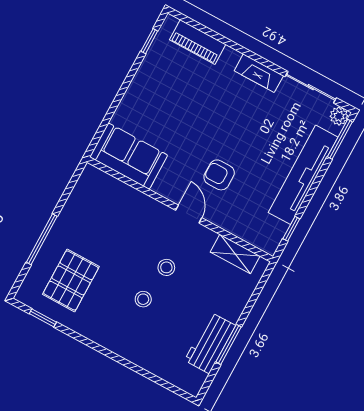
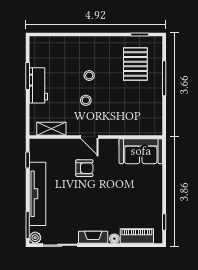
floor lamp: (231, 55) -> (114, 239), added
workbench: (210, 343) -> (38, 85), moved

